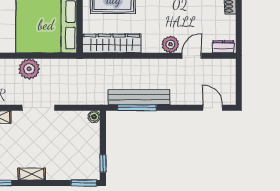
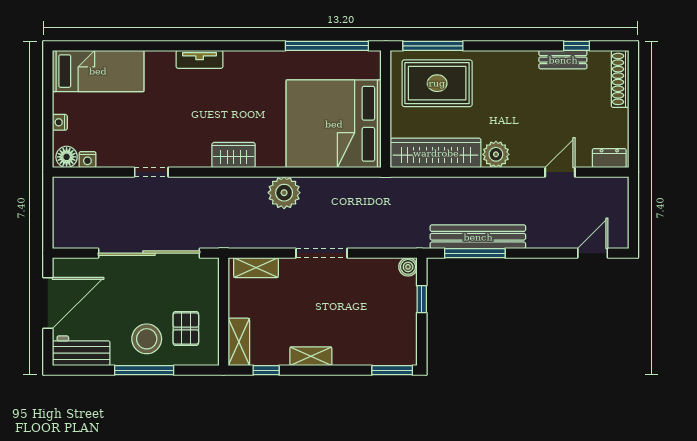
plant: (170, 44) -> (496, 154), moved
plant: (29, 69) -> (284, 193), moved
door: (213, 108) -> (593, 253), hinge flipped
window: (103, 163) -> (422, 299), moved

